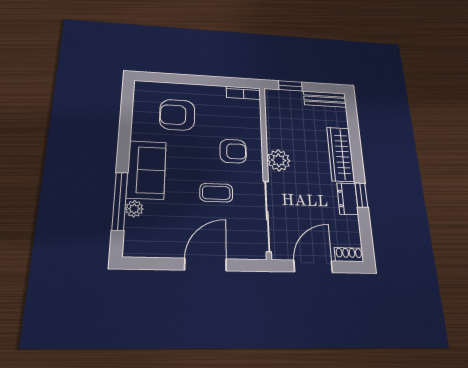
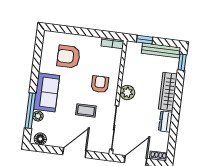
bench: (325, 99) -> (161, 50), width x1.36
armchair: (233, 151) -> (100, 84), turned -90
window: (361, 195) -> (182, 62), moved
floor lamp: (141, 247) -> (40, 139), added

